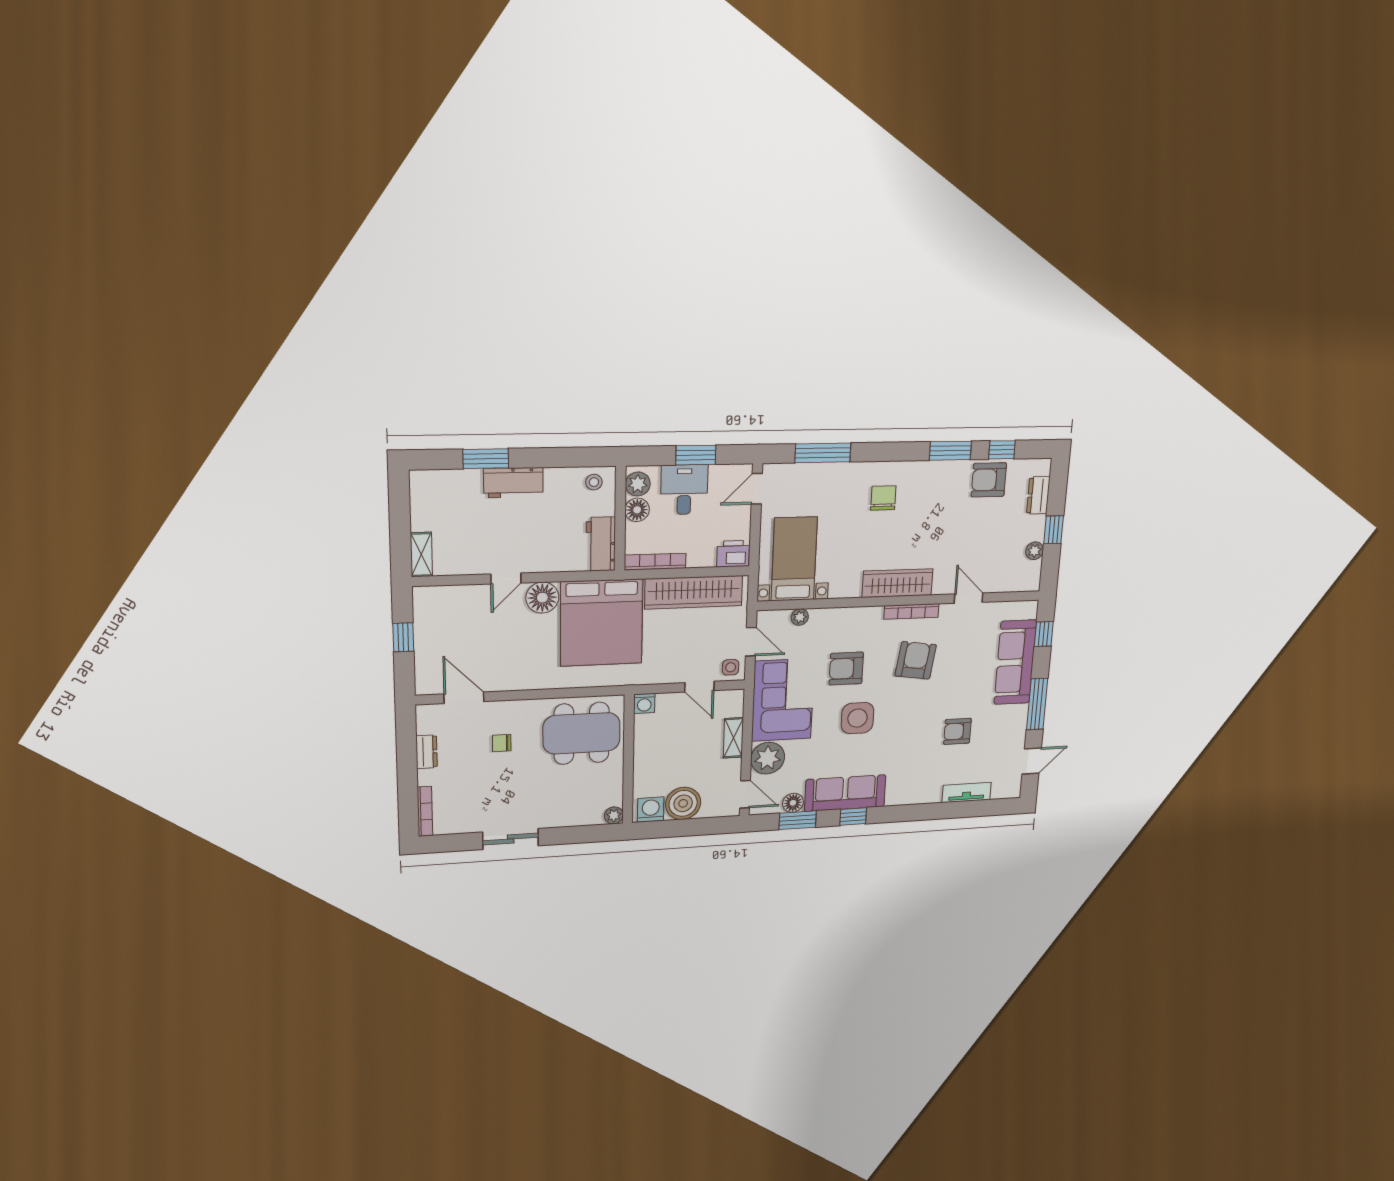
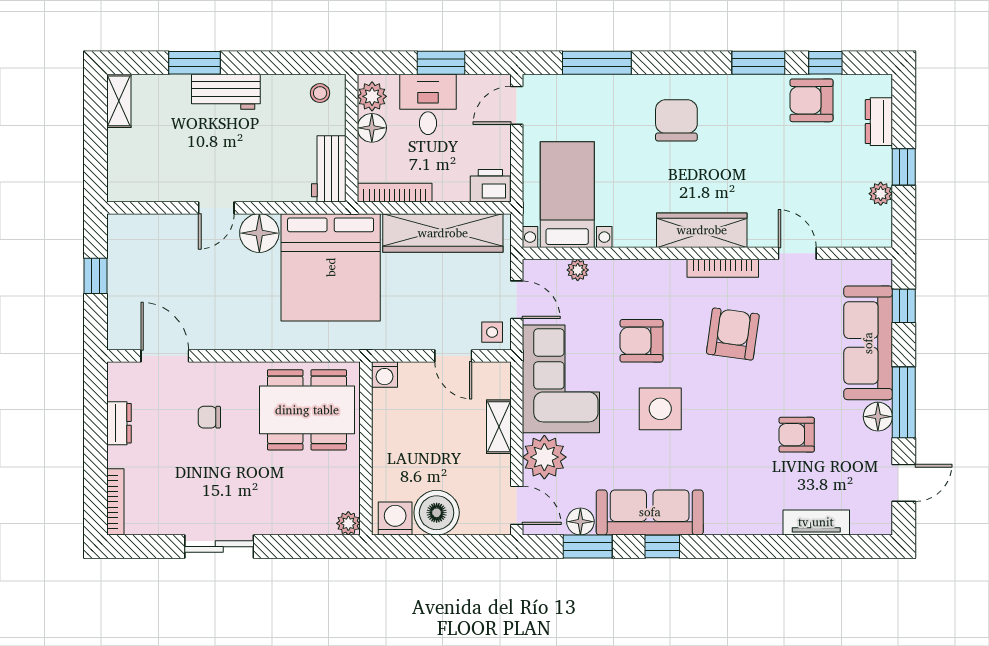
chair: (883, 498) -> (676, 120), width x1.37, depth x1.37
shelving: (421, 555) -> (119, 101), moved
floor lamp: (1017, 715) -> (878, 417), added

